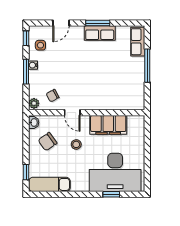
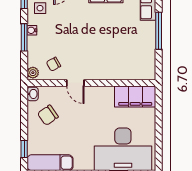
filing cabinet: (108, 125) -> (135, 97), moved
stool: (76, 144) -> (80, 118), removed

